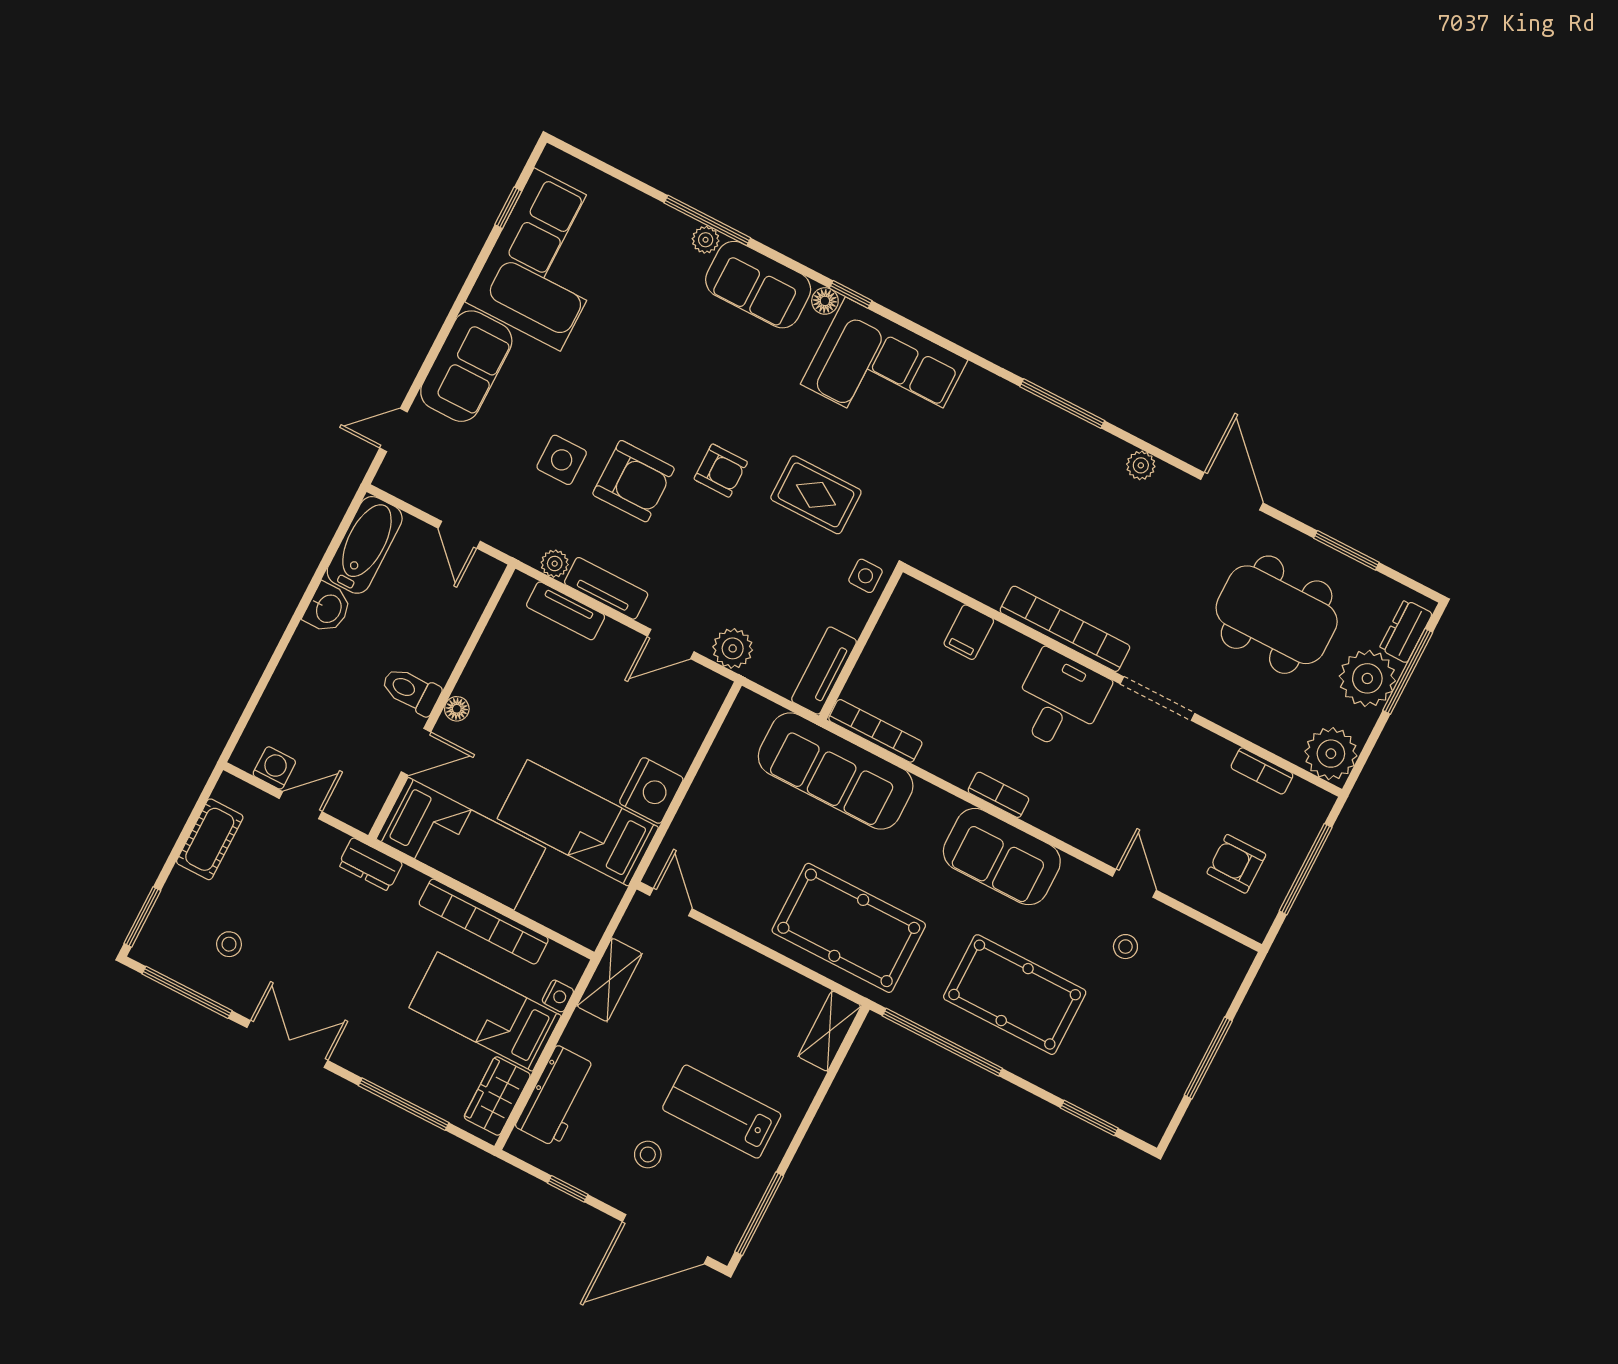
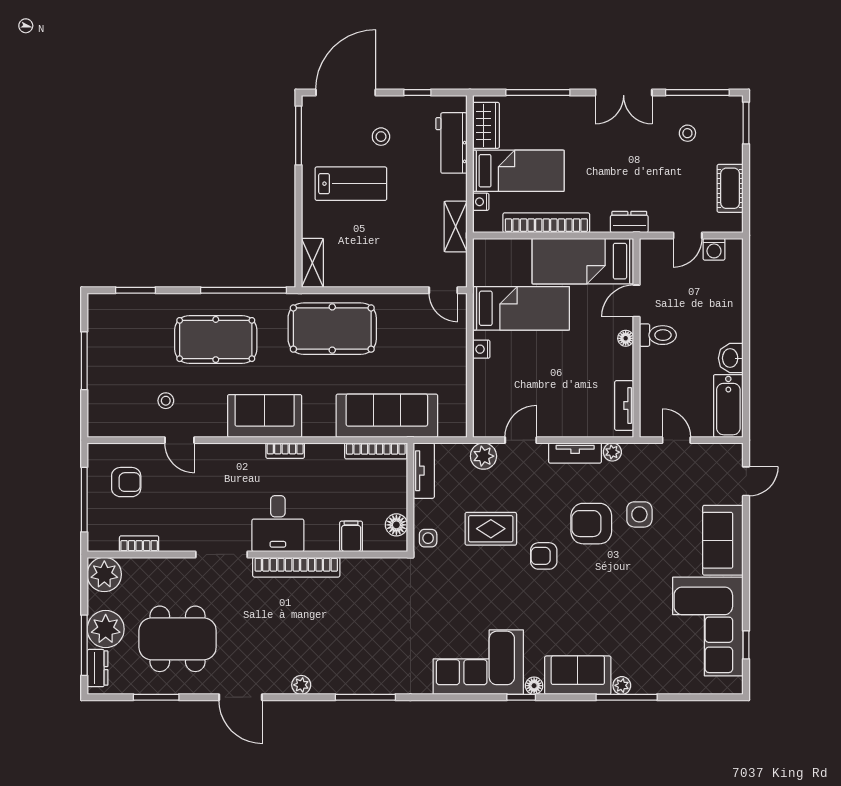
rug: (816, 495) -> (491, 529), moved
tv unit: (566, 611) -> (624, 405), moved, turned -90
floor lamp: (899, 616) -> (396, 525), added
nightstand: (651, 791) -> (481, 349), width x0.53, depth x0.56

